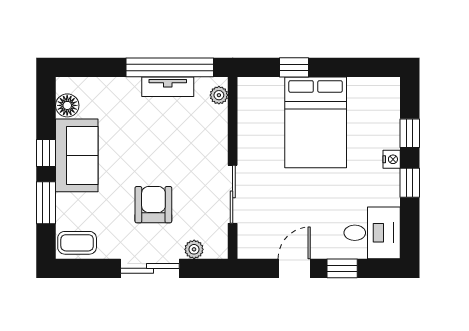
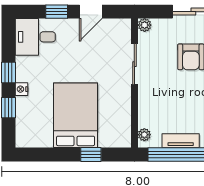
plant: (194, 249) -> (145, 25), moved

